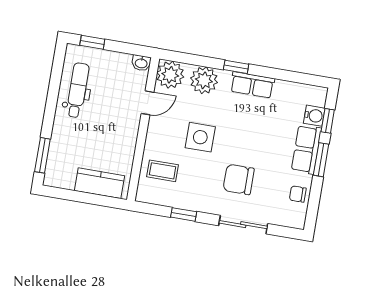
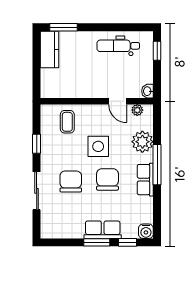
window: (236, 67) -> (157, 165), width x2.17
plant: (170, 75) -> (137, 110), width x0.53, depth x0.53
dental chair: (78, 90) -> (118, 46), turned 180
water cooler: (314, 116) -> (146, 231), moved
kitchen counter: (99, 183) -> (50, 50), moved
chair: (298, 194) -> (107, 179), moved, width x1.87, depth x1.87

